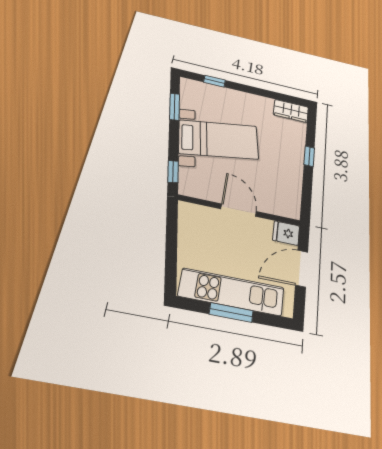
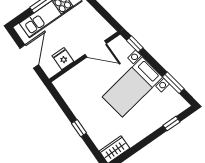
door: (239, 210) -> (96, 49), moved
fridge: (286, 233) -> (63, 59), moved, turned -90

